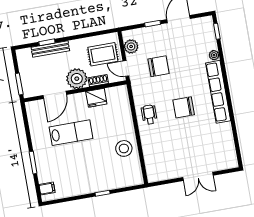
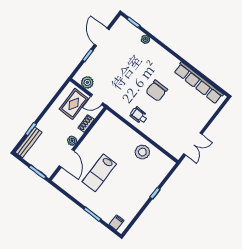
bench: (50, 49) -> (28, 142), moved
chair: (158, 66) -> (116, 79), removed
plant: (77, 79) -> (72, 141), width x0.53, depth x0.53
row of seats: (218, 92) -> (199, 83), moved
fridge: (96, 98) -> (95, 136), removed
lab bench: (71, 133) -> (99, 173), turned 180
double door: (198, 176) -> (193, 144), moved

